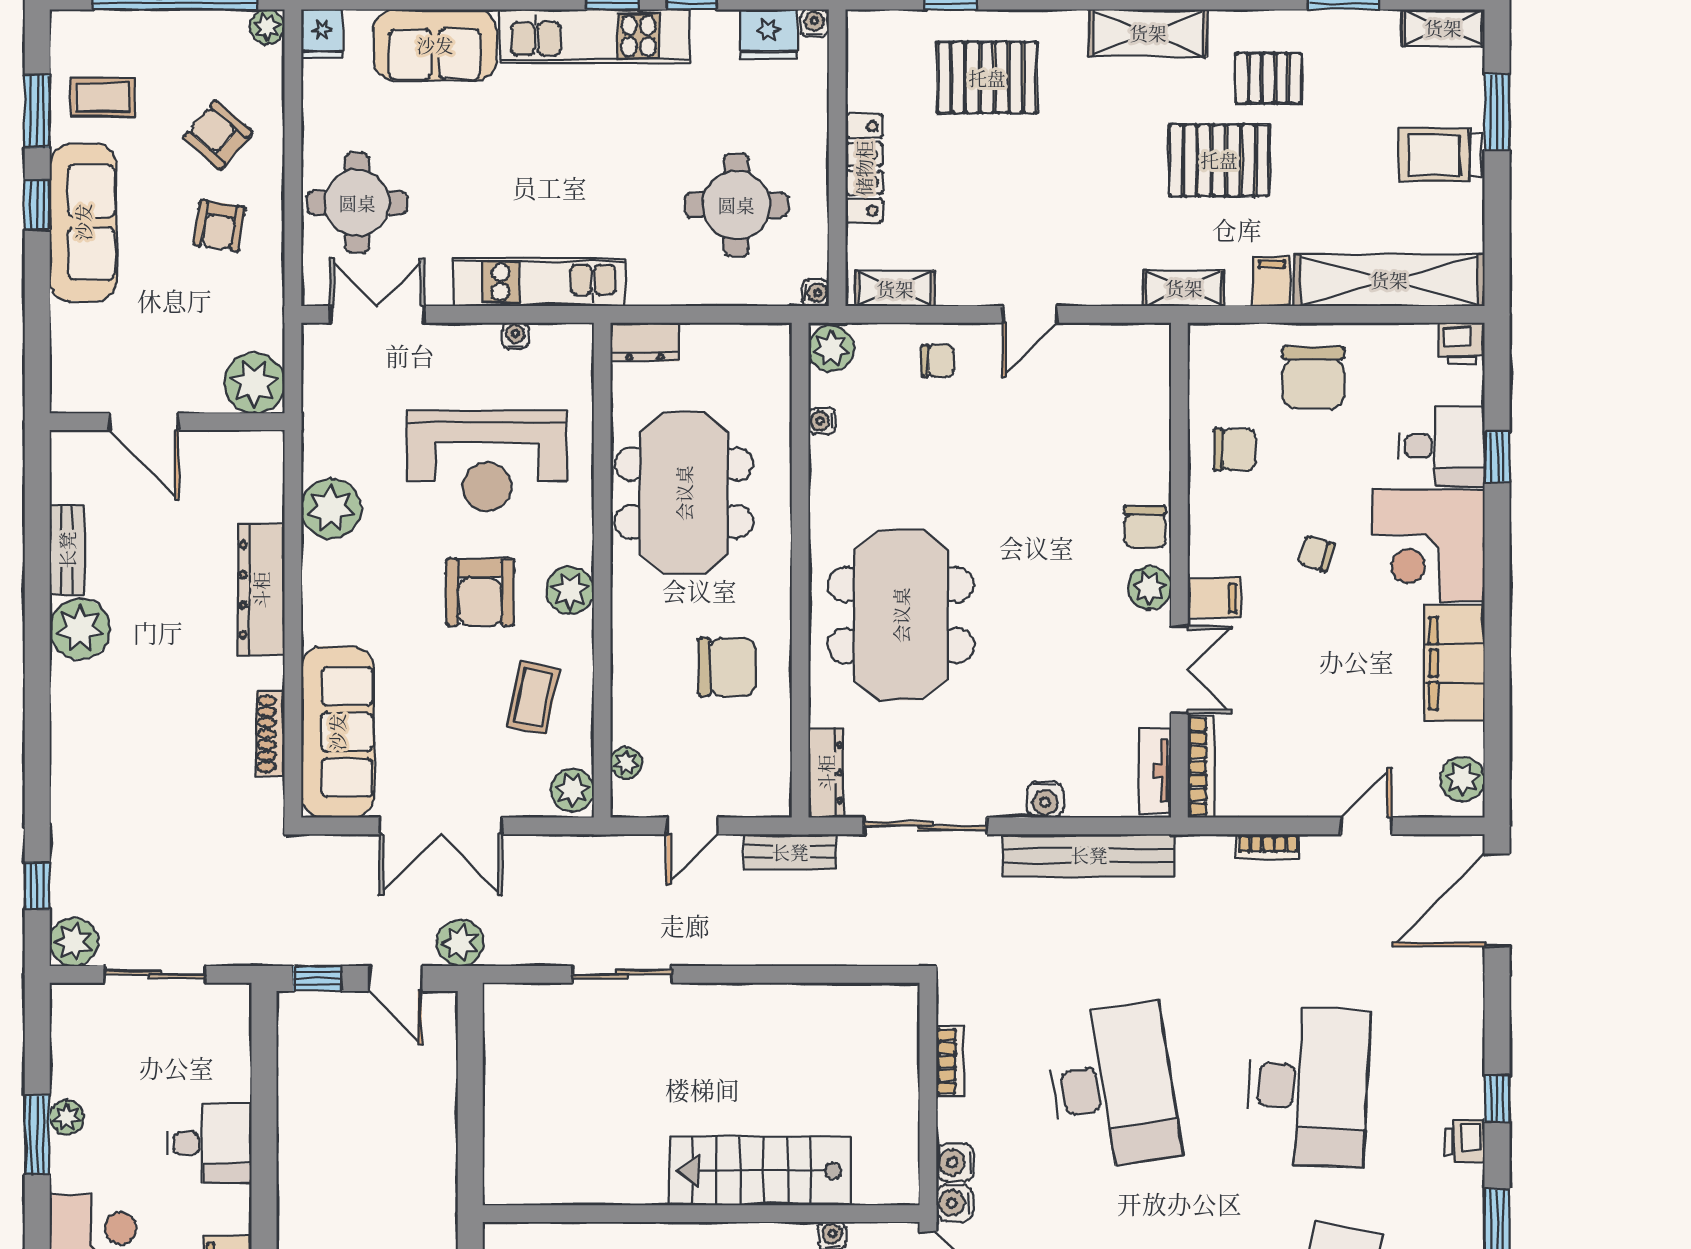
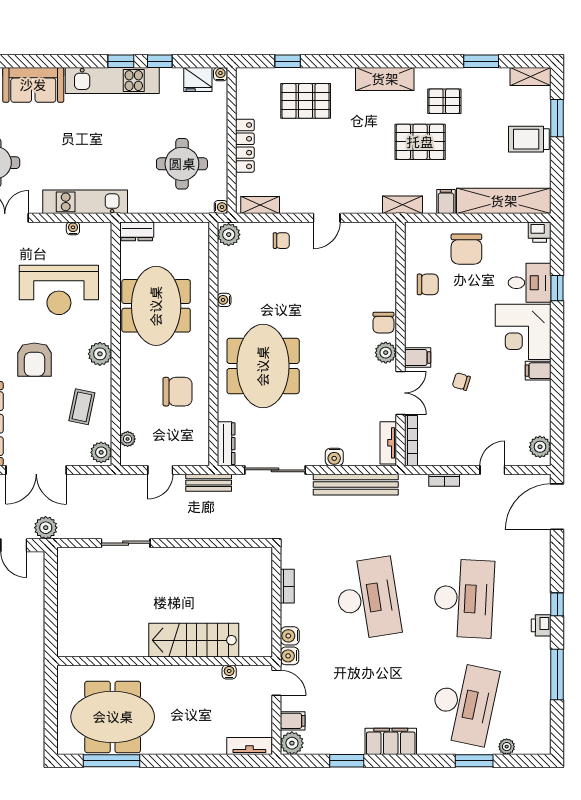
water cooler: (822, 421) -> (224, 300), moved
chair: (1316, 553) -> (461, 382), moved
armchair: (480, 592) -> (34, 360), moved
filing cabinet: (1455, 663) -> (538, 371), width x0.33, depth x0.86

